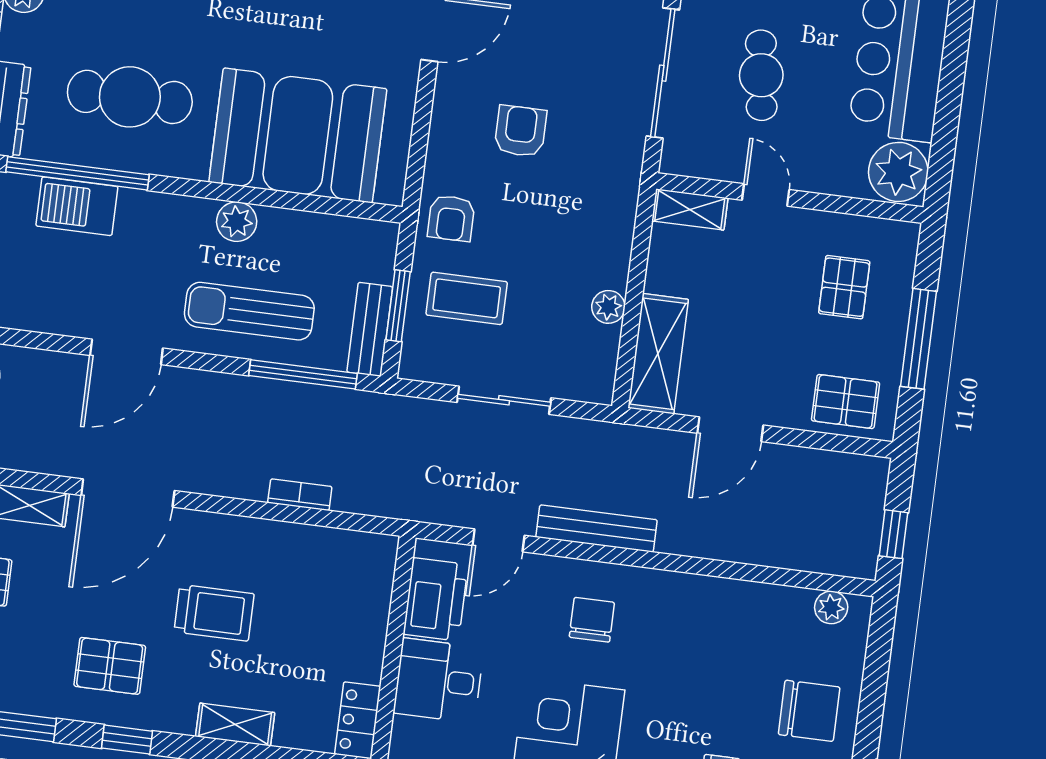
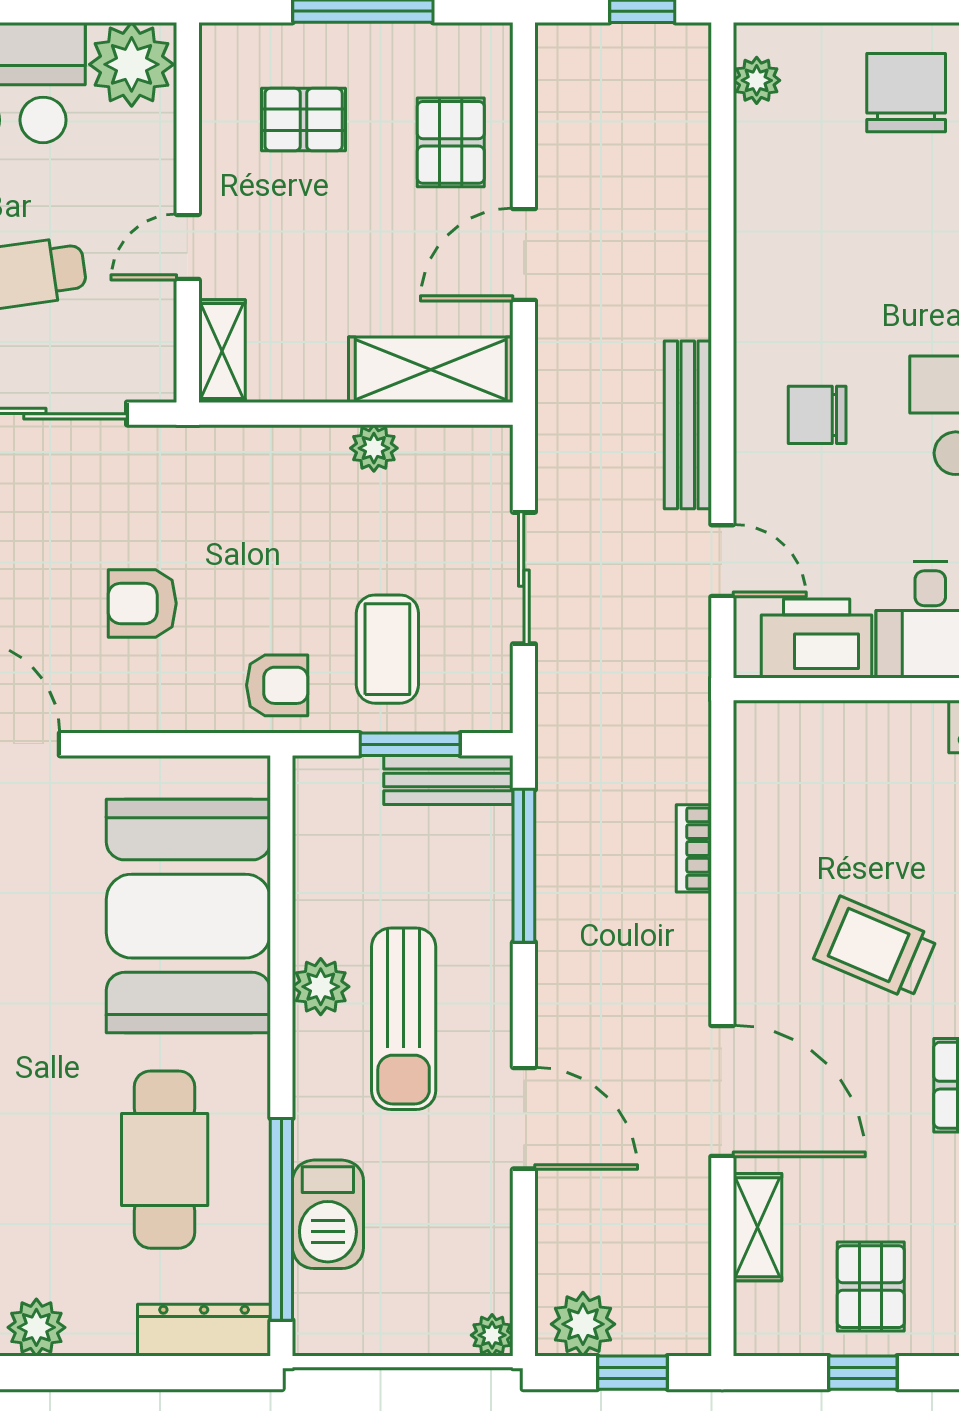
sun lounger: (249, 311) -> (404, 1019), moved
pallet: (846, 401) -> (451, 142), moved
door: (730, 429) -> (524, 254), swing flipped
trolley: (214, 613) -> (875, 948), turned -67

